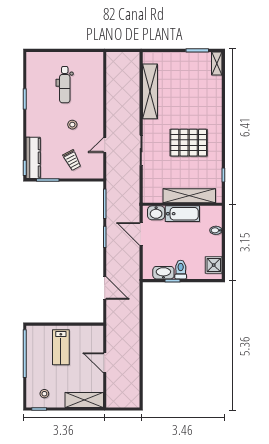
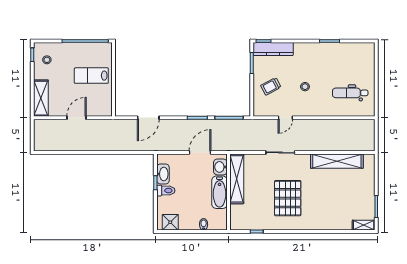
dental chair: (65, 85) -> (350, 93), moved
door: (105, 145) -> (285, 118), swing flipped
shelving: (189, 196) -> (237, 179), moved

